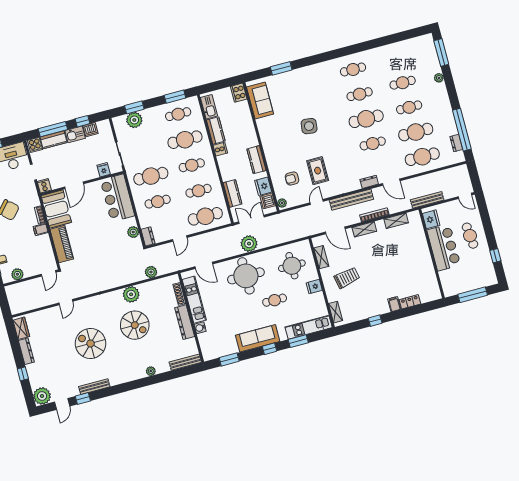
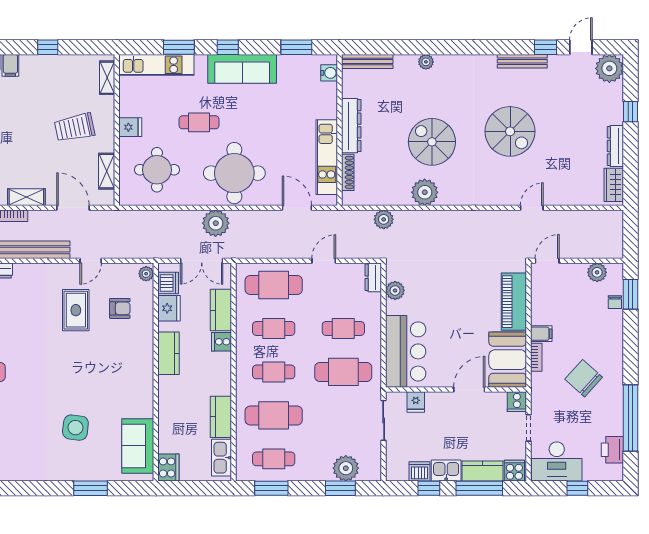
side table: (309, 126) -> (75, 428), moved
cooker: (220, 149) -> (221, 342), moved
water cooler: (200, 328) -> (329, 73), moved

